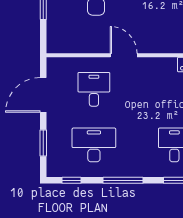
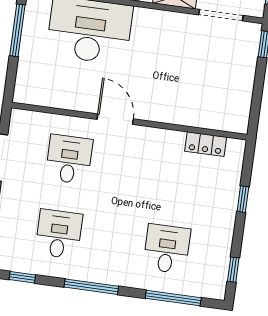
desk: (94, 145) -> (59, 234), width x0.73

